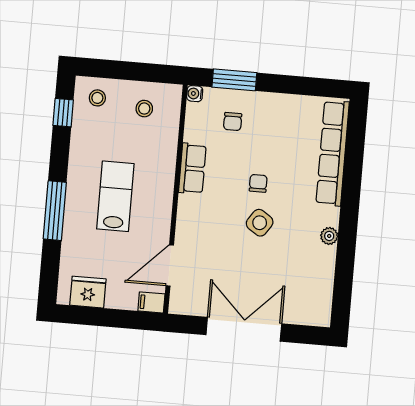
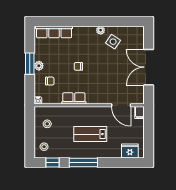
window: (234, 80) -> (30, 64), moved
plant: (266, 102) -> (39, 66), added
row of seats: (333, 153) -> (54, 32), width x0.73
window: (55, 211) -> (83, 162), moved
side table: (260, 223) -> (113, 42), moved
fridge: (88, 292) -> (130, 151), moved, turned 90

